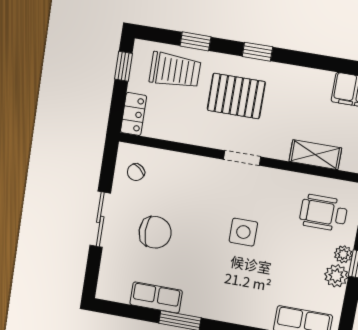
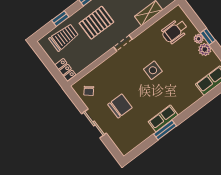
window: (124, 66) -> (43, 56), removed
row of seats: (156, 298) -> (163, 118), moved

